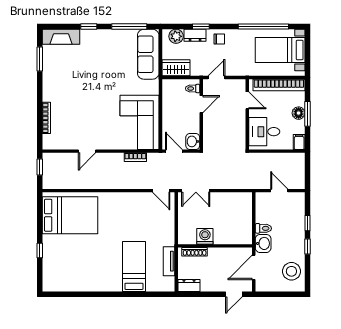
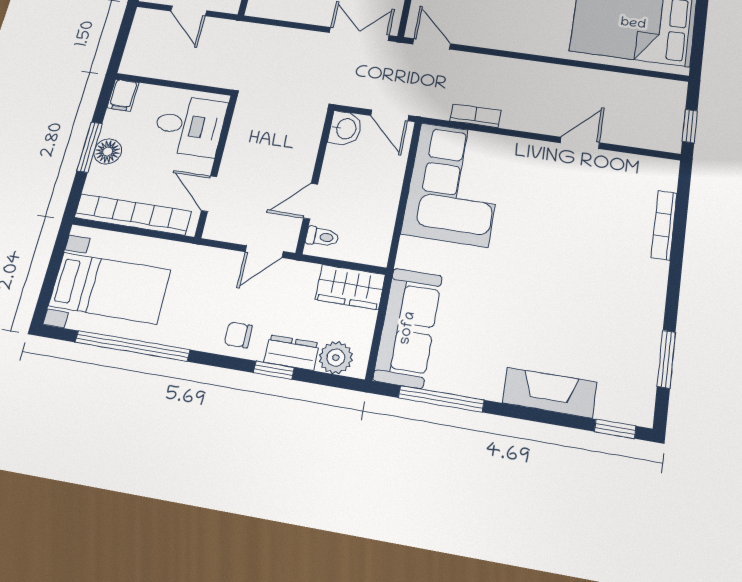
window: (89, 27) -> (615, 429), moved
fireplace: (61, 37) -> (549, 392), moved

